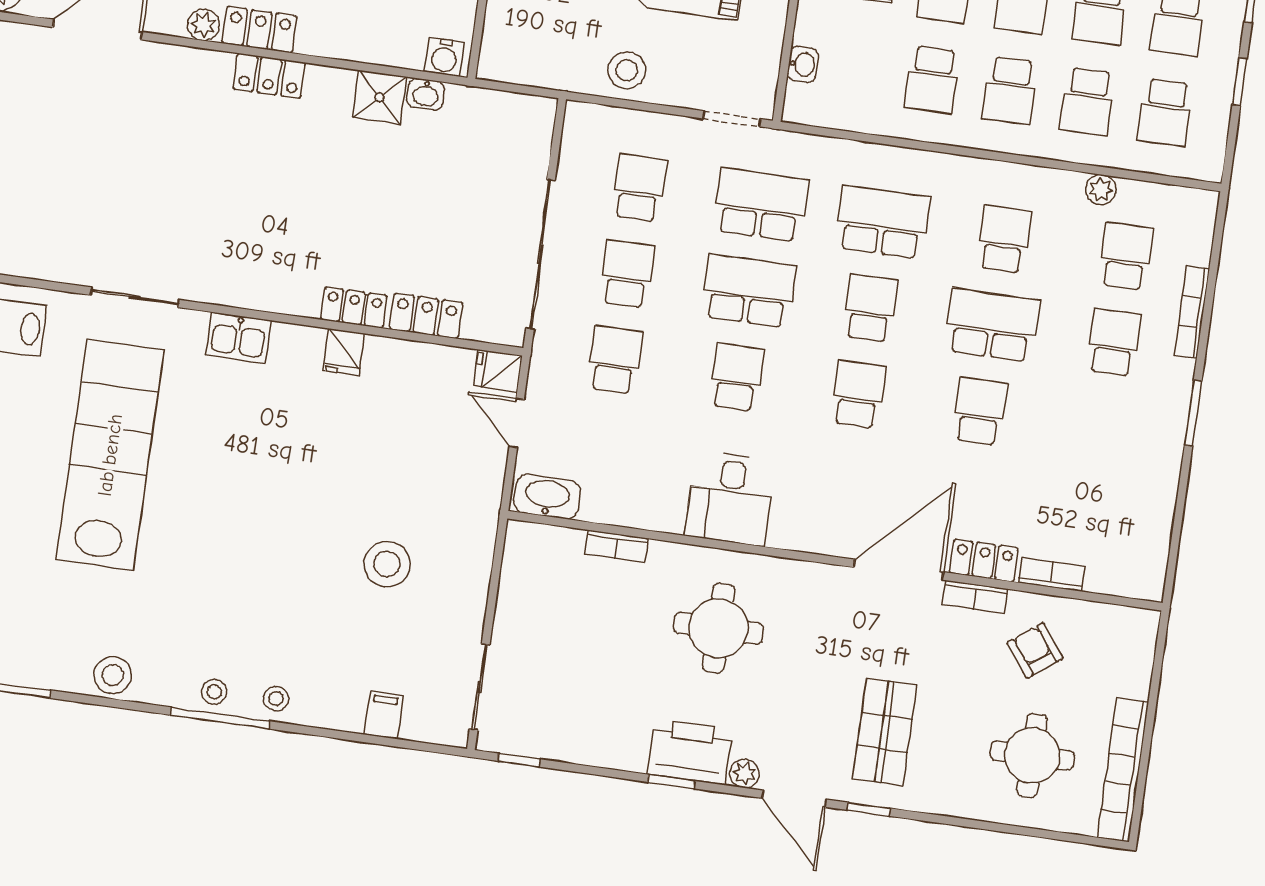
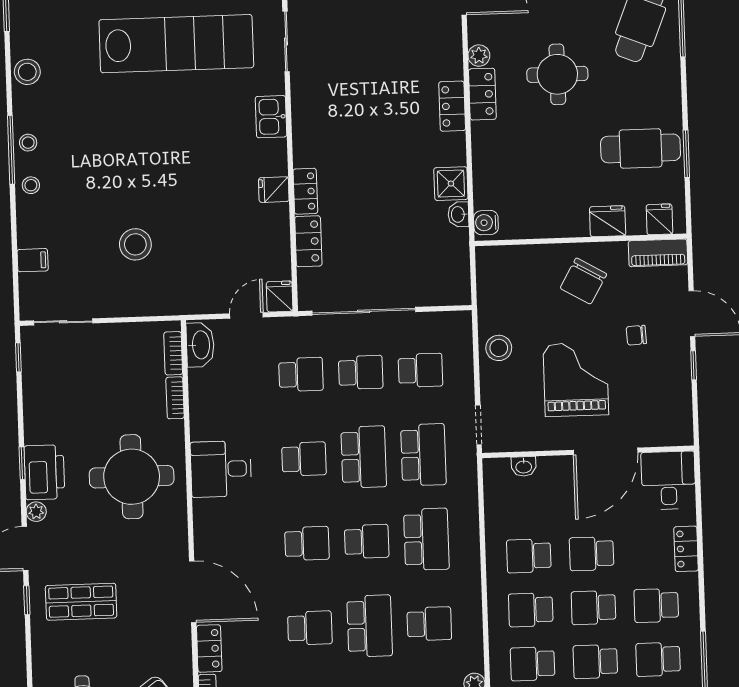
bookcase: (975, 597) -> (173, 353), moved
round table: (718, 628) -> (132, 477), width x1.36, depth x1.36

